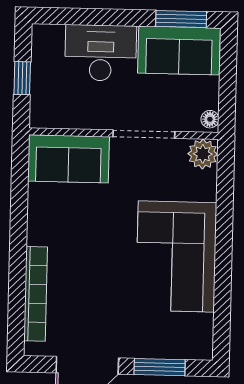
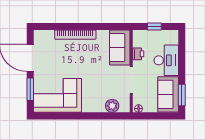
printer: (84, 117) -> (138, 54), added
plant: (203, 154) -> (112, 106), moved
corner sofa: (176, 256) -> (58, 95), moved
bookcase: (36, 294) -> (75, 35), moved

